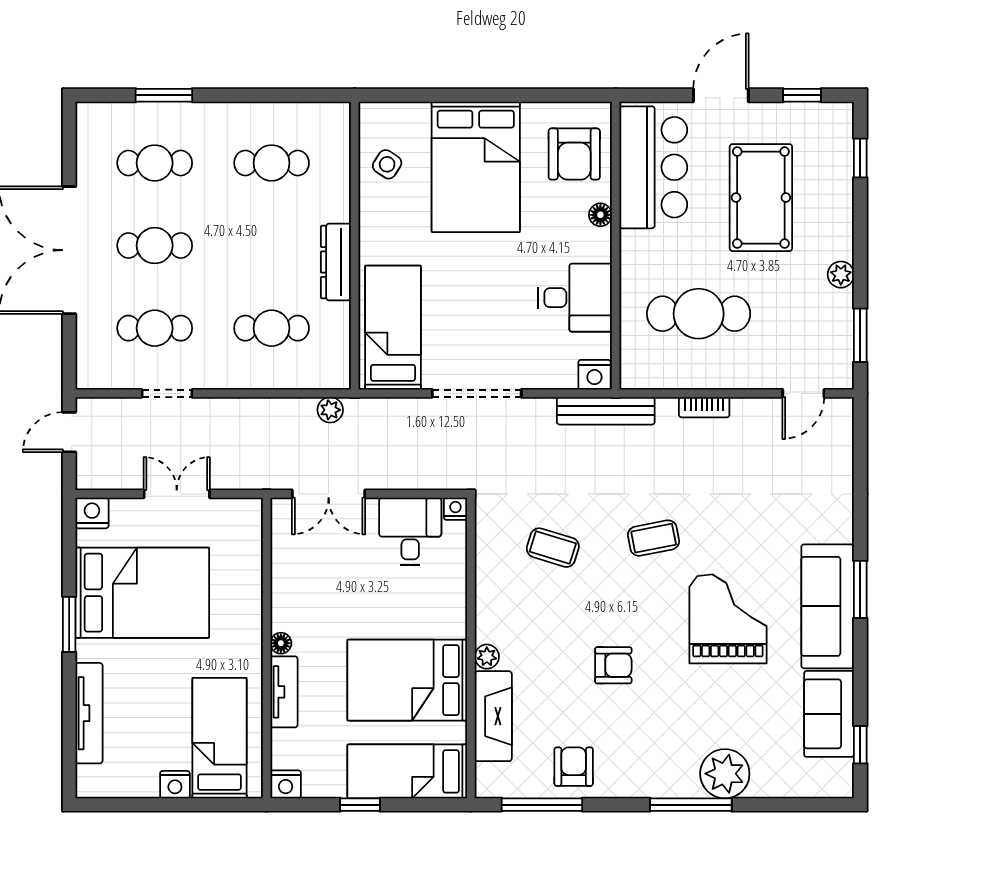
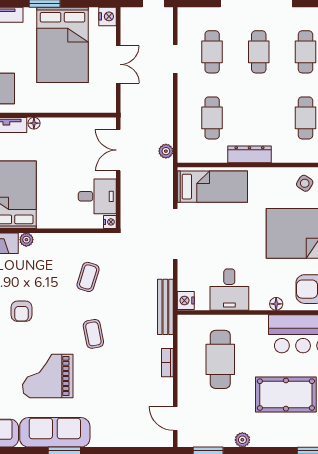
grand piano: (728, 619) -> (48, 376), turned 180

